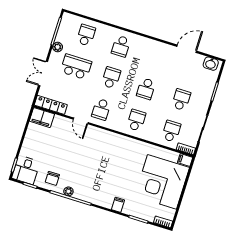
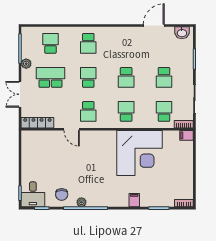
school desk: (181, 100) -> (164, 77), turned 180
filing cabinet: (42, 118) -> (33, 138), removed
corner desk: (162, 182) -> (139, 153), moved, turned -90

